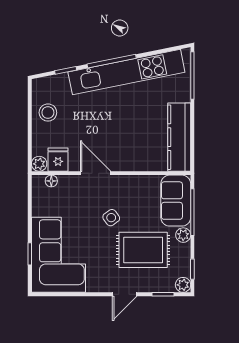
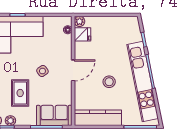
stool: (48, 113) -> (109, 82), moved
door: (96, 173) -> (73, 70), moved
plant: (183, 235) -> (10, 121), moved
rug: (143, 250) -> (20, 93), width x0.73, depth x0.70

